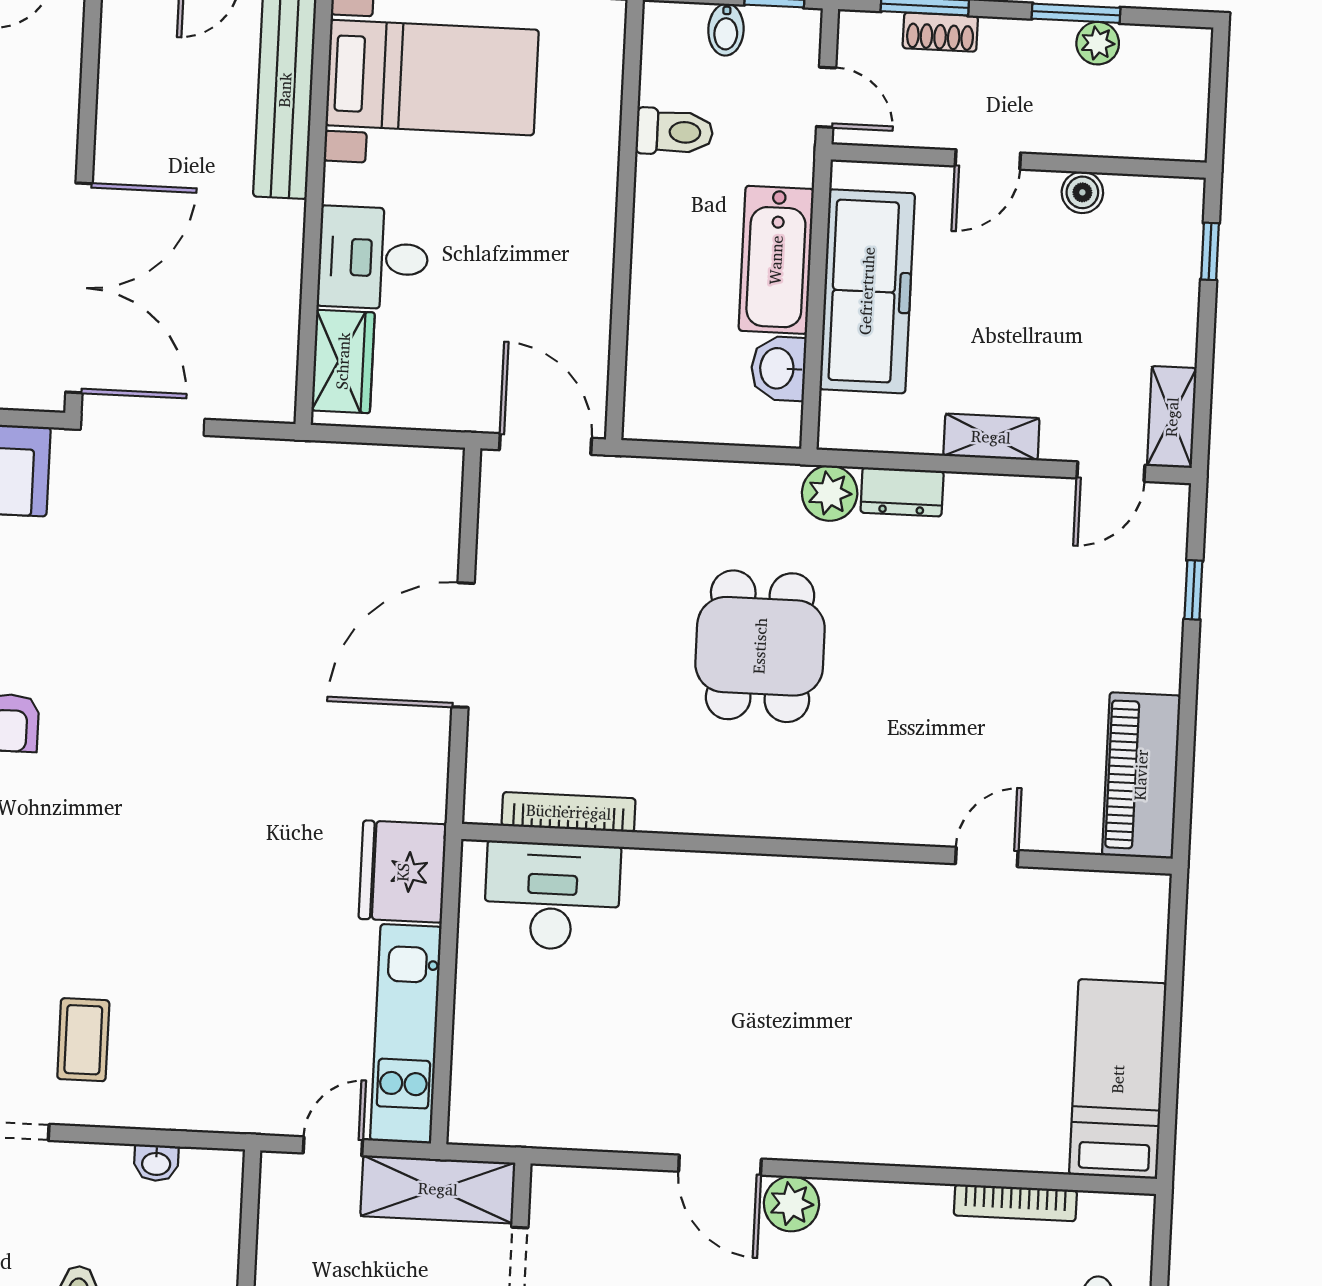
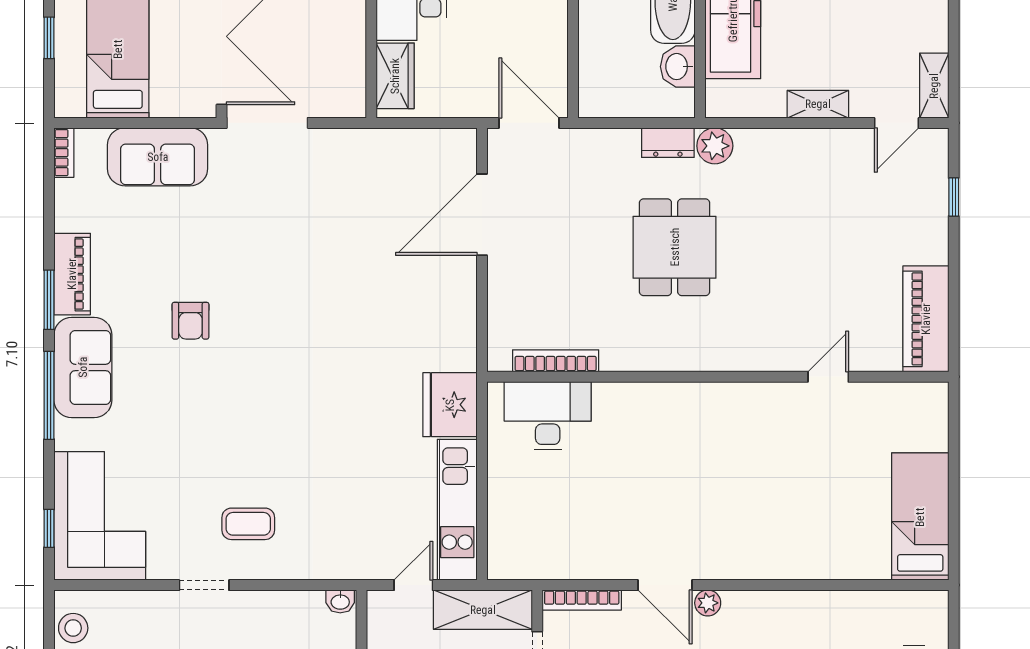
dresser: (902, 492) -> (668, 143), moved
door: (463, 645) -> (482, 215), moved
coffee table: (83, 1040) -> (248, 524), turned 90
washbasin: (156, 1163) -> (340, 601), moved
bookcase: (1015, 1203) -> (582, 600), moved
plant: (791, 1204) -> (708, 603), width x0.73, depth x0.73

